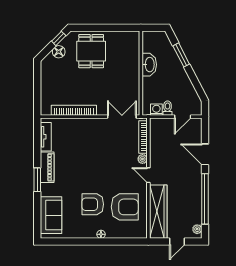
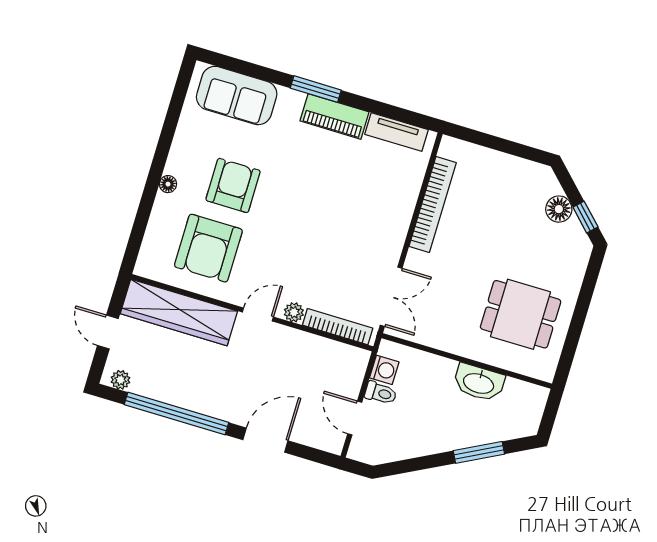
dining table: (91, 51) -> (521, 314), moved

